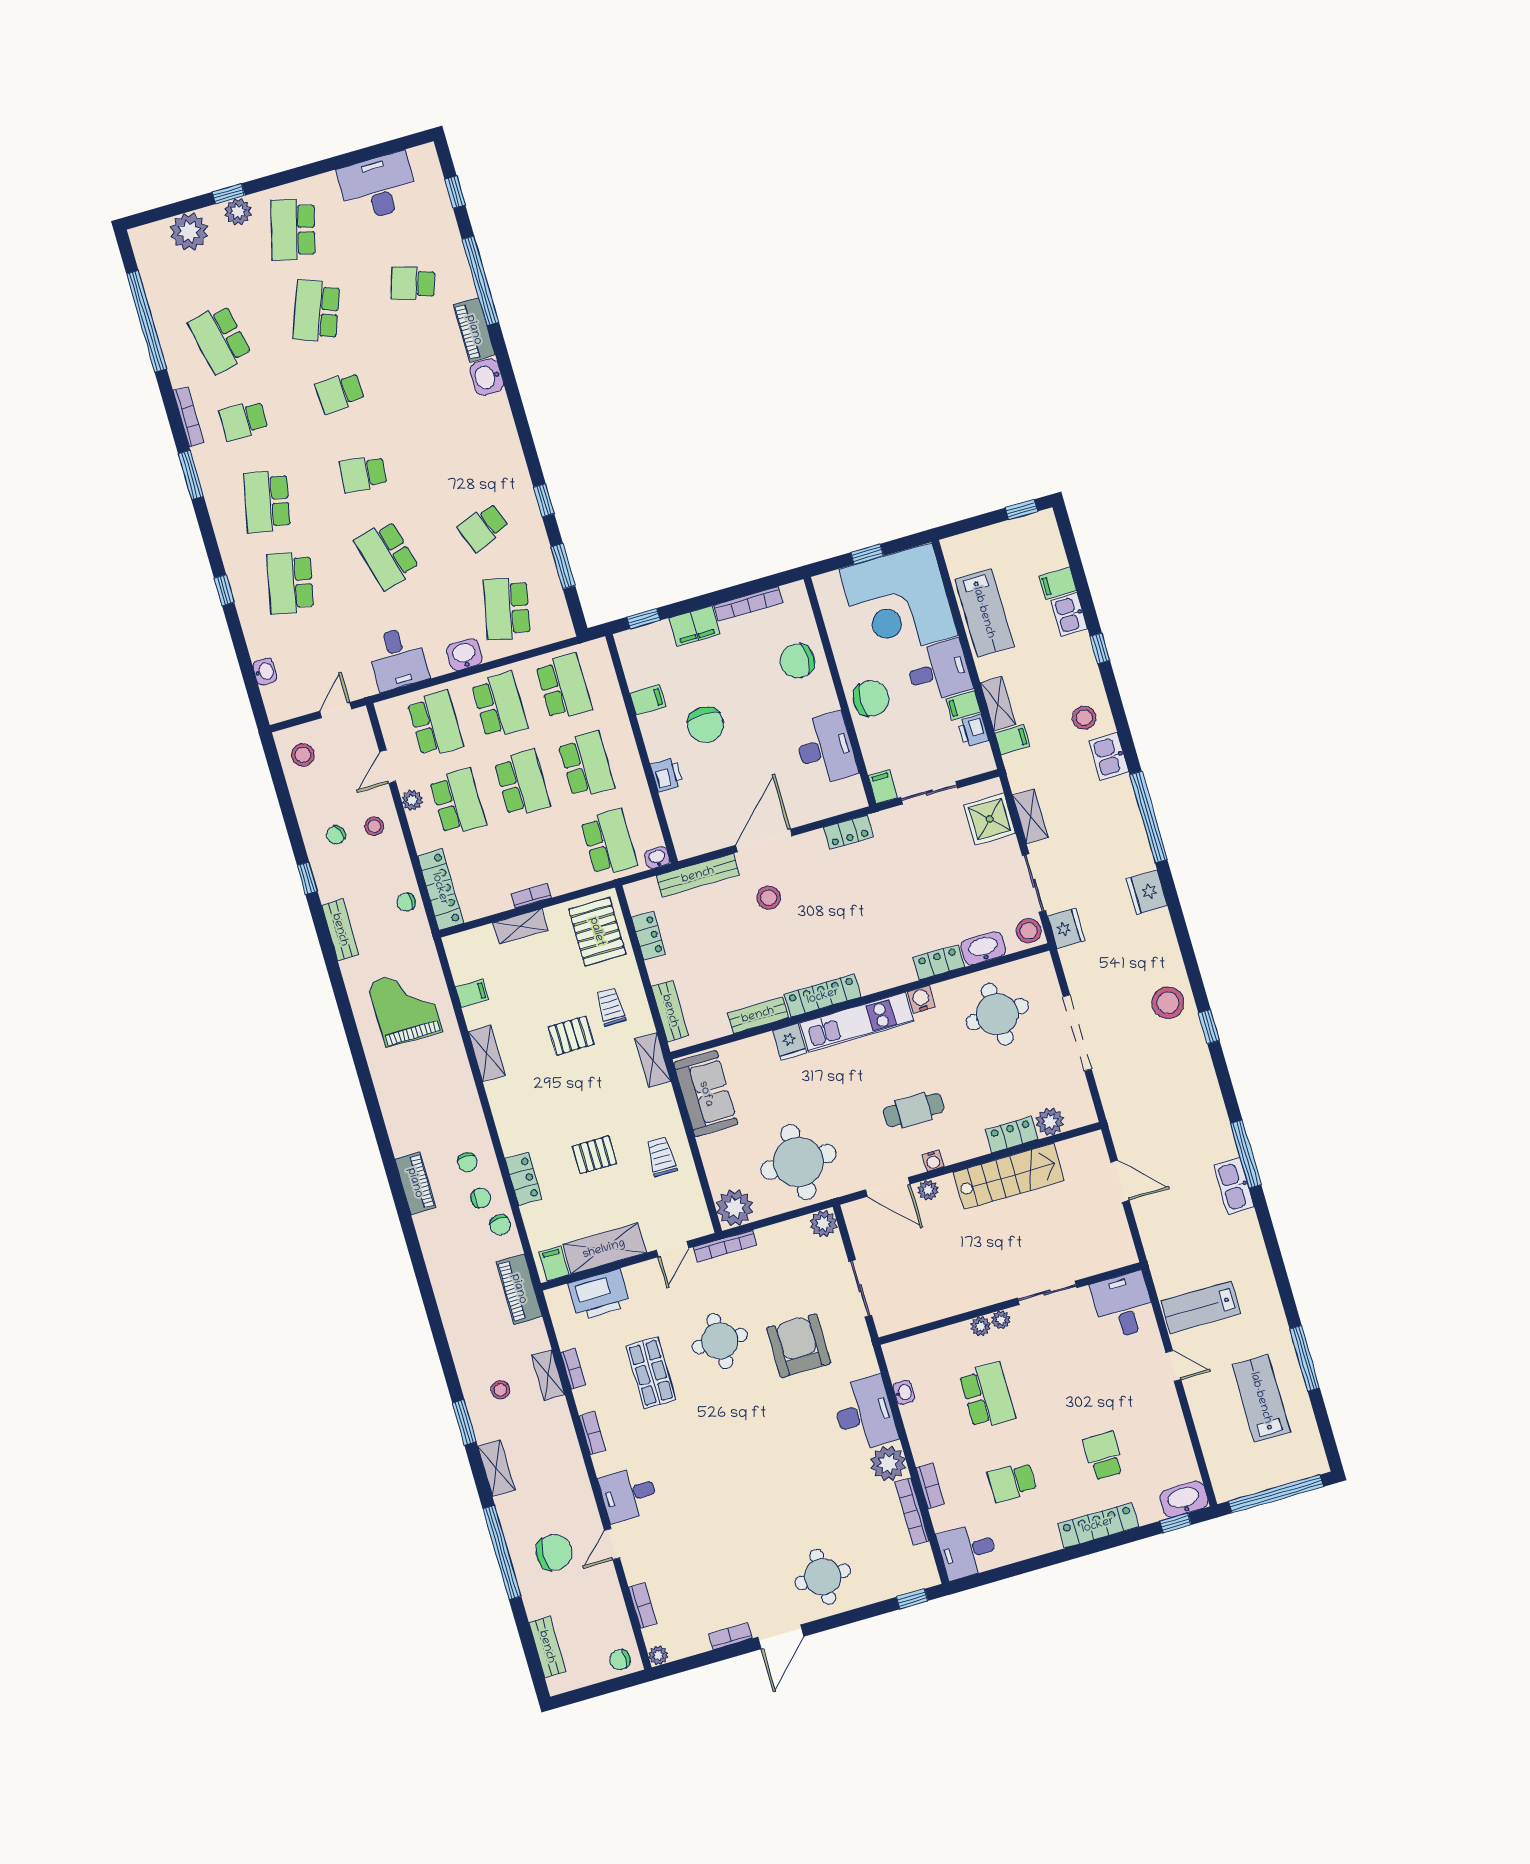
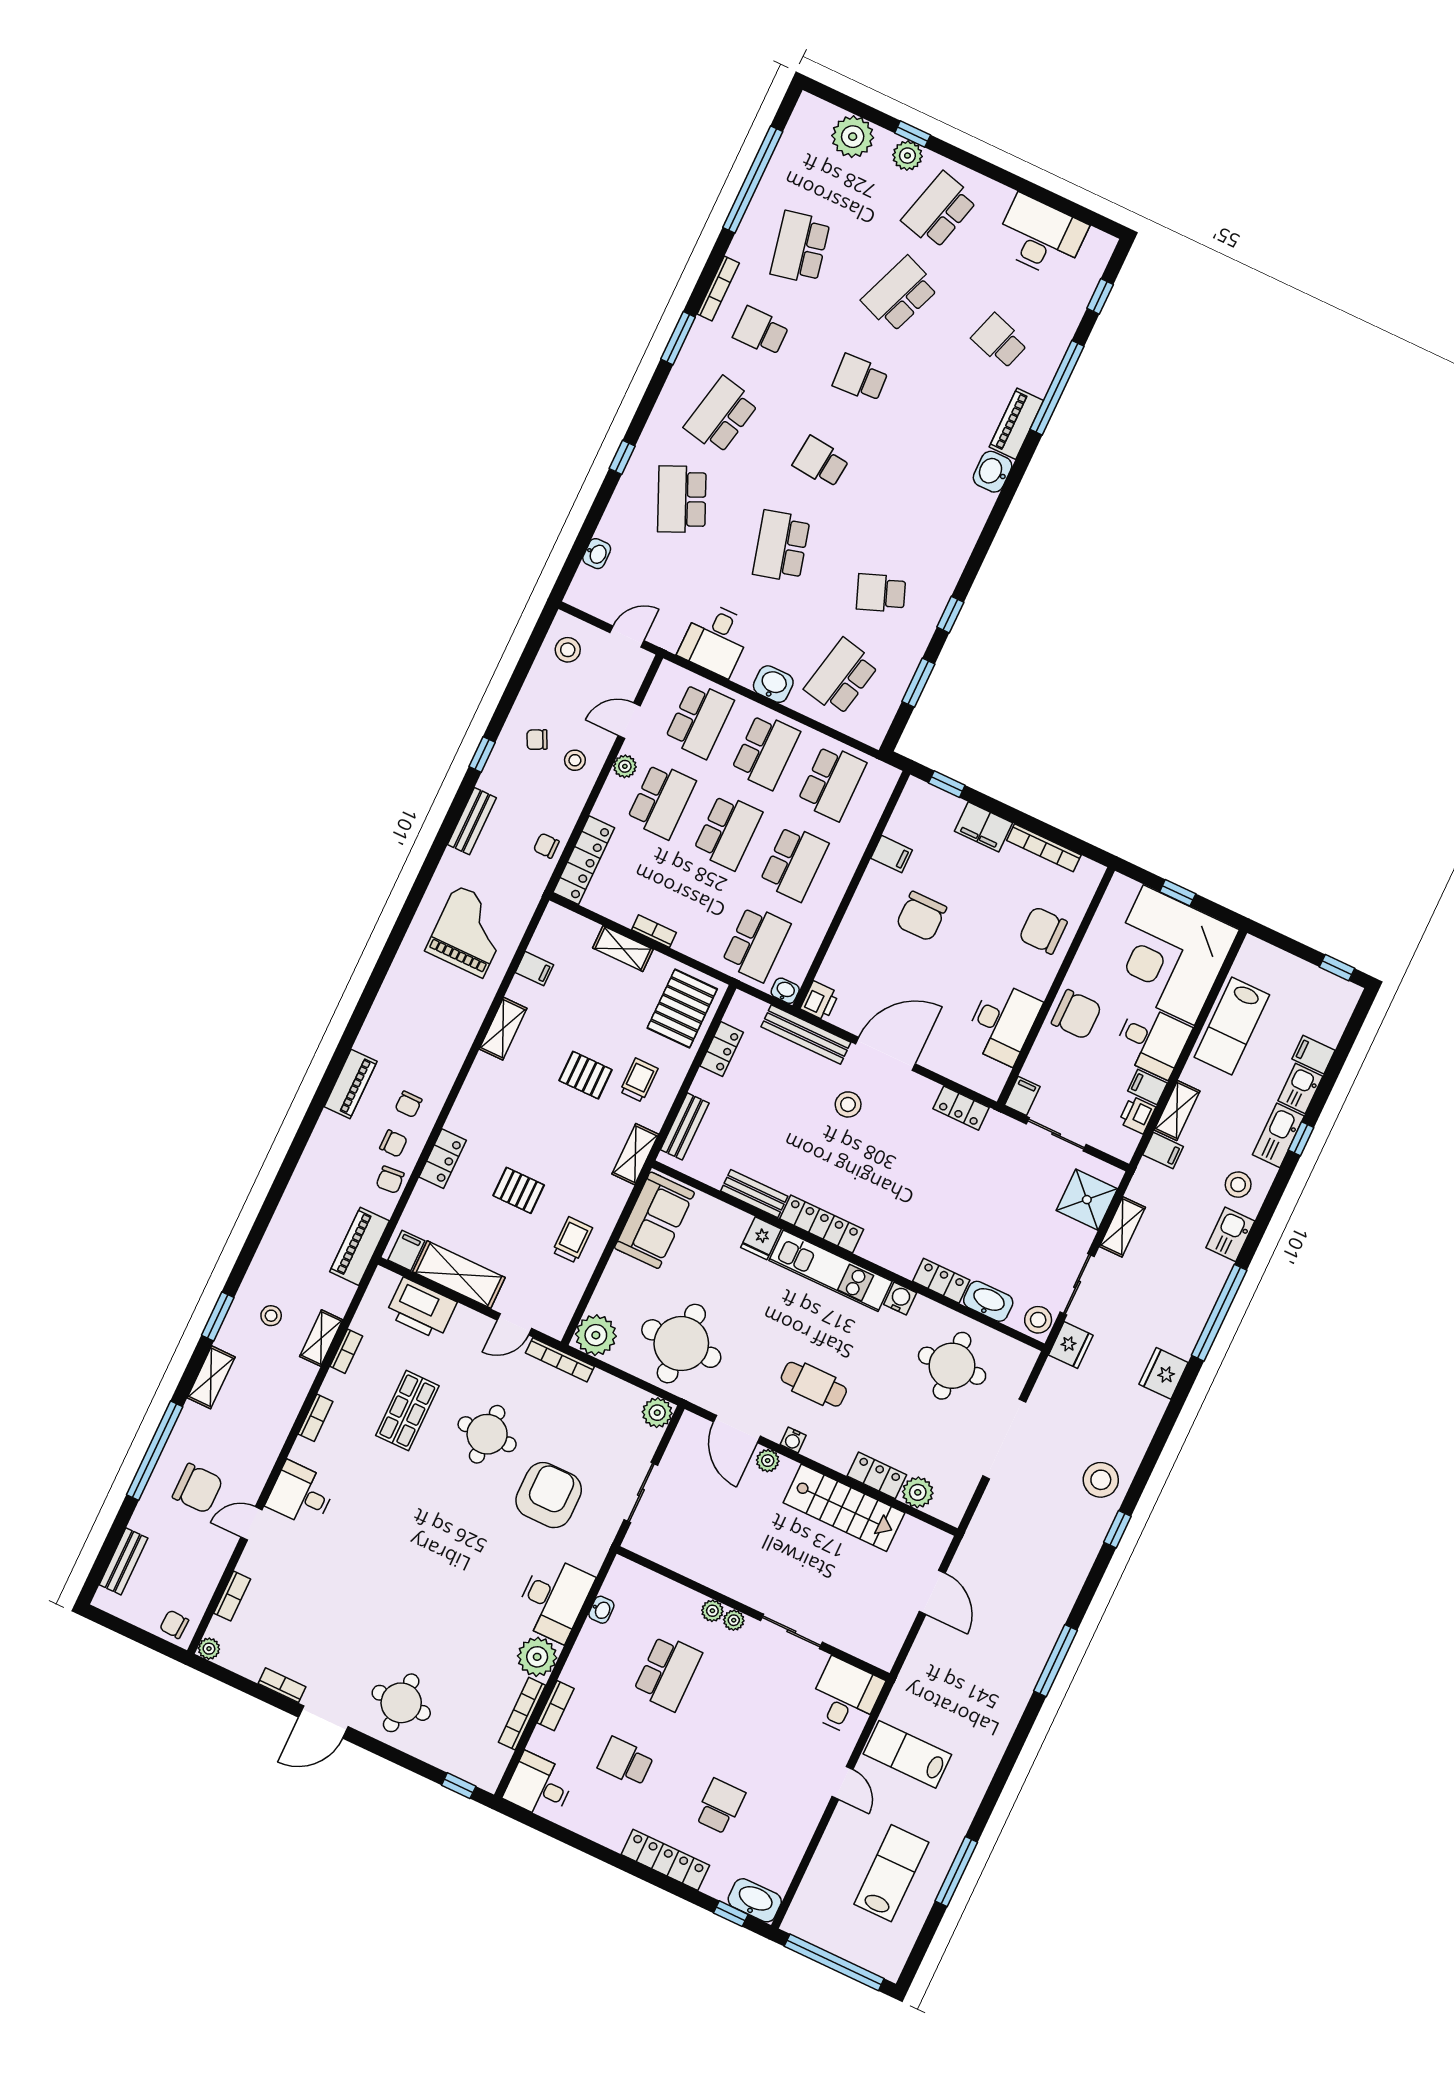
school desk: (290, 583) -> (682, 499), turned -36
printer: (667, 775) -> (820, 1001), moved
kitchen sink: (1234, 1186) -> (1278, 1135), moved

